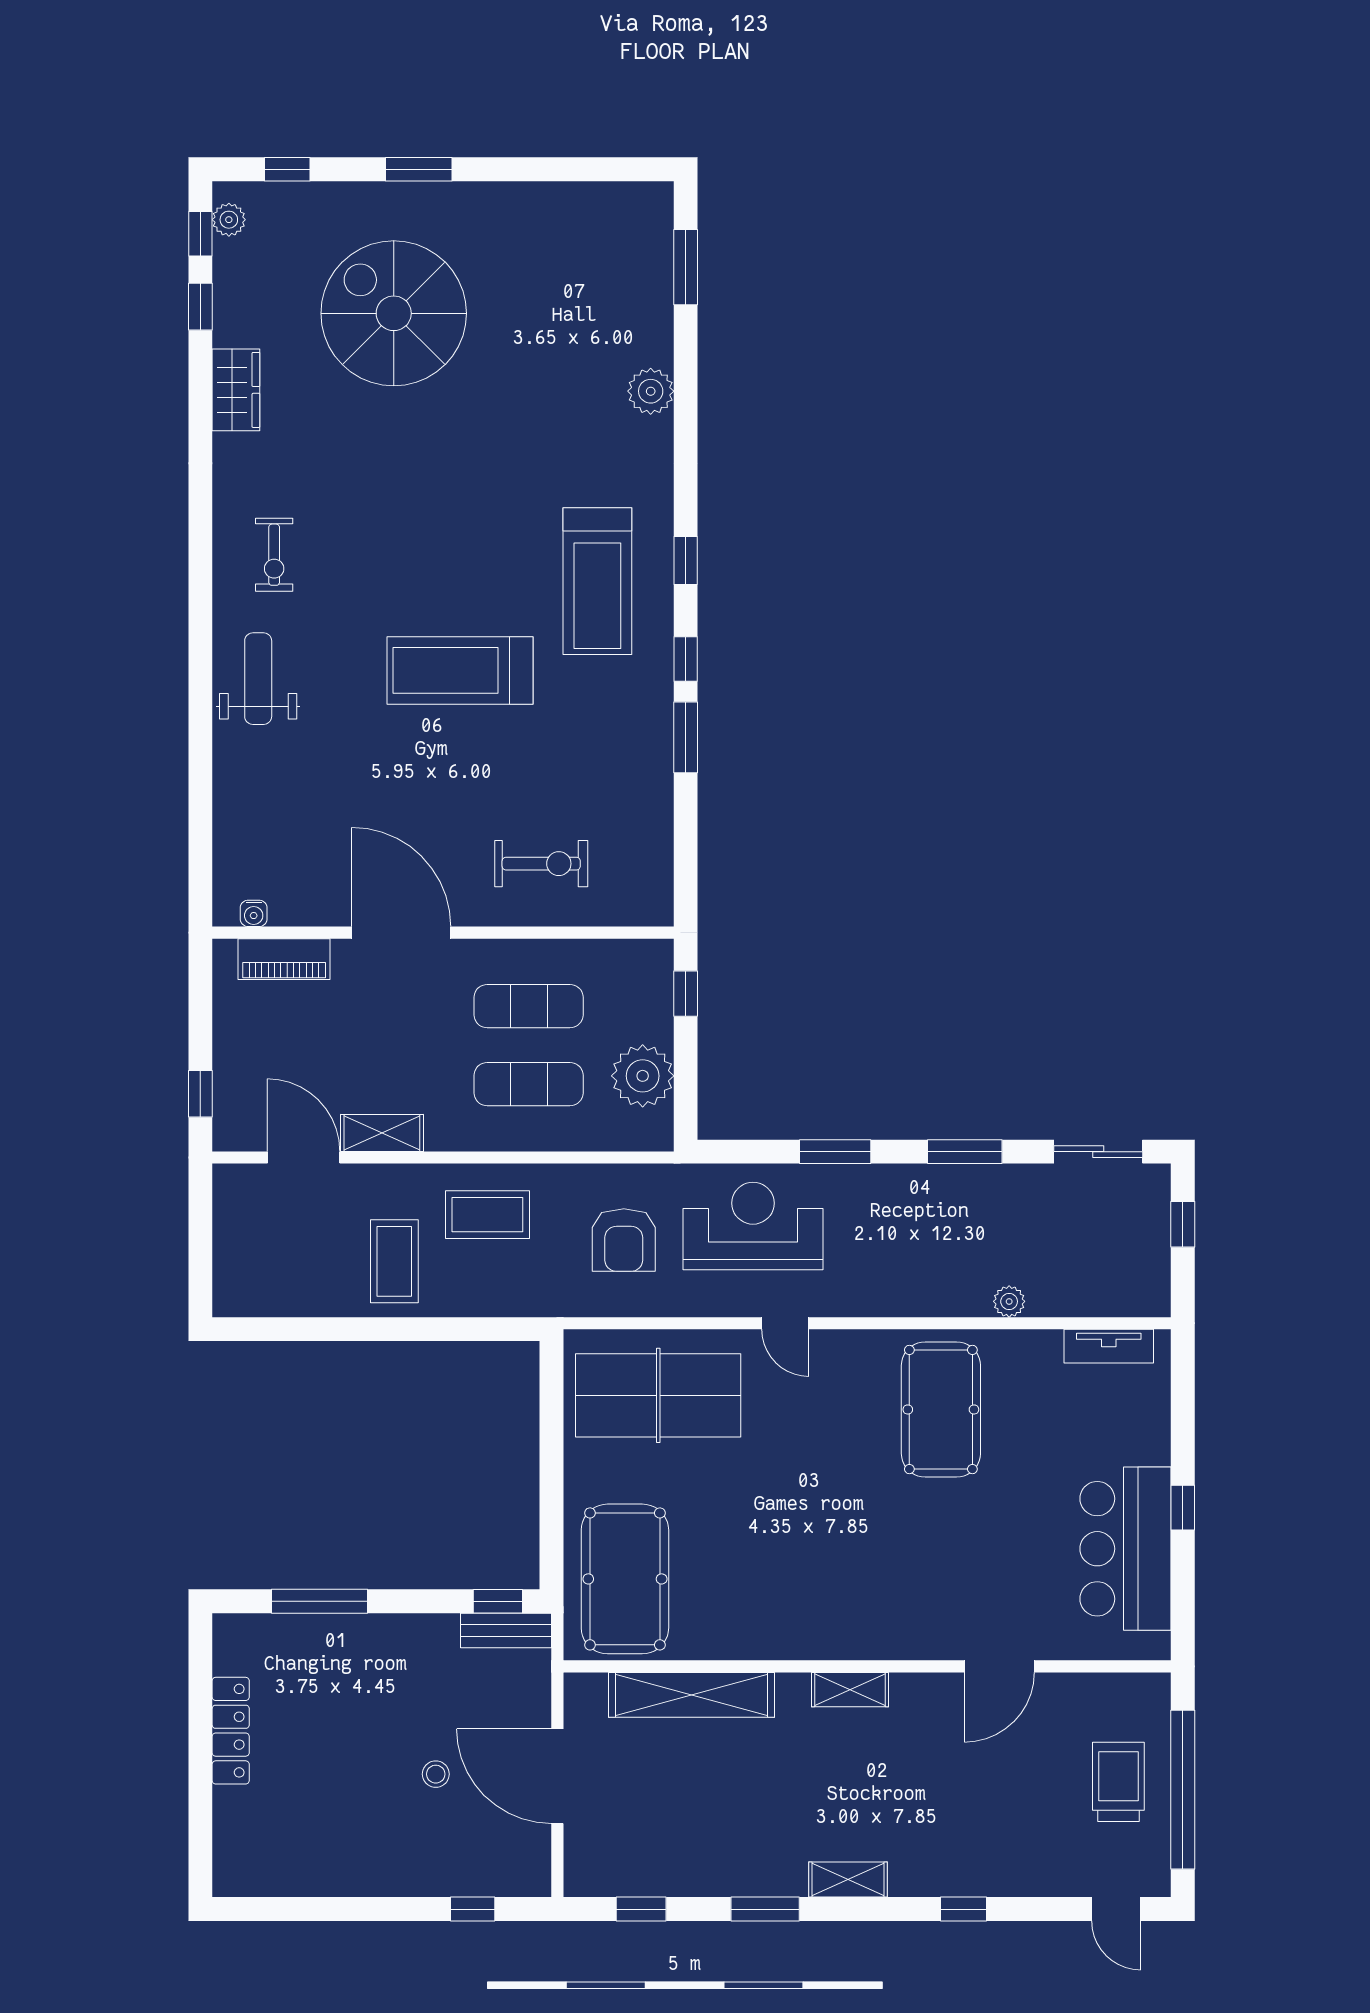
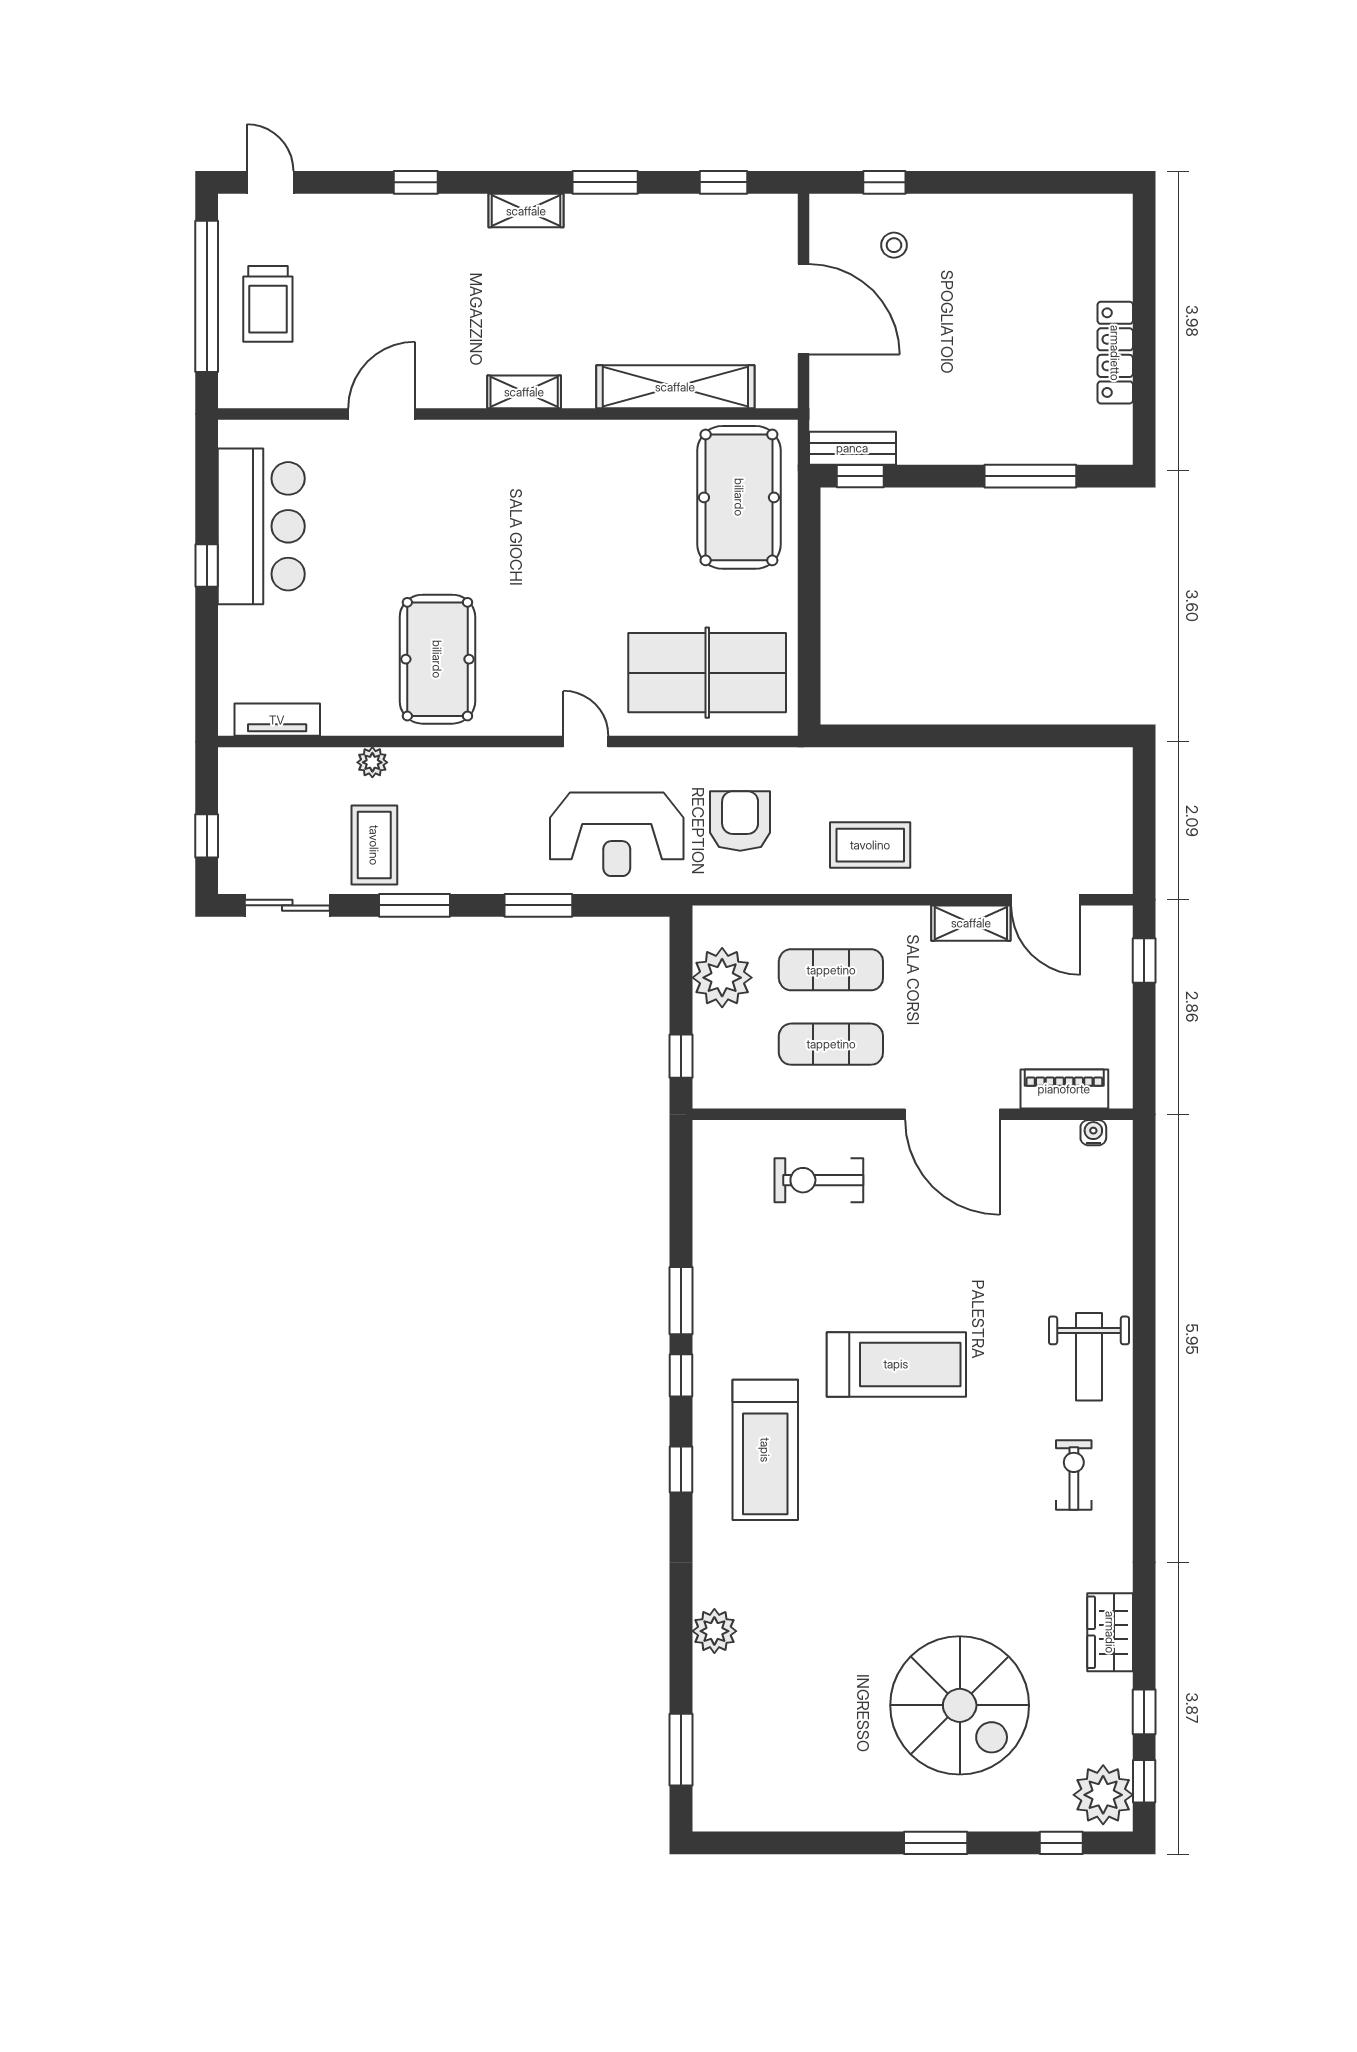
plant: (229, 220) -> (1103, 1795), width x1.88, depth x1.88
treadmill: (597, 581) -> (765, 1450), turned 180
coffee table: (394, 1261) -> (374, 845), moved
stool: (436, 1774) -> (894, 245), moved

